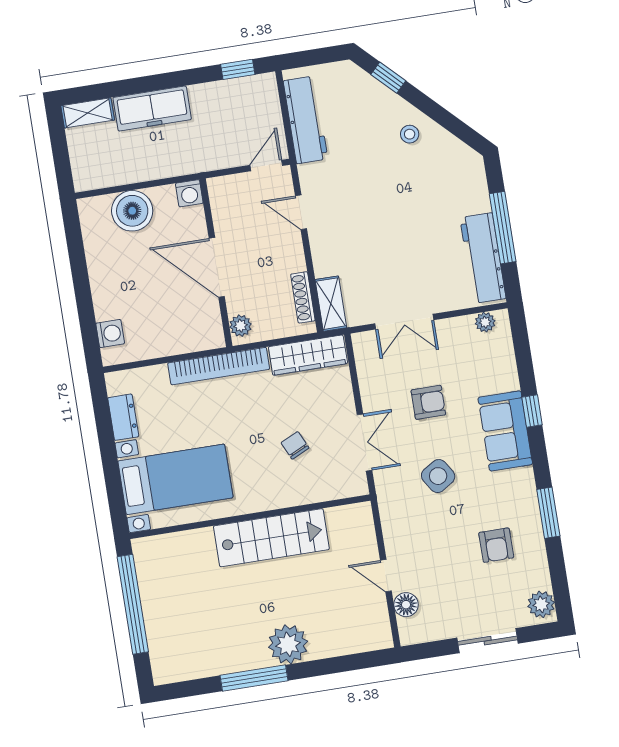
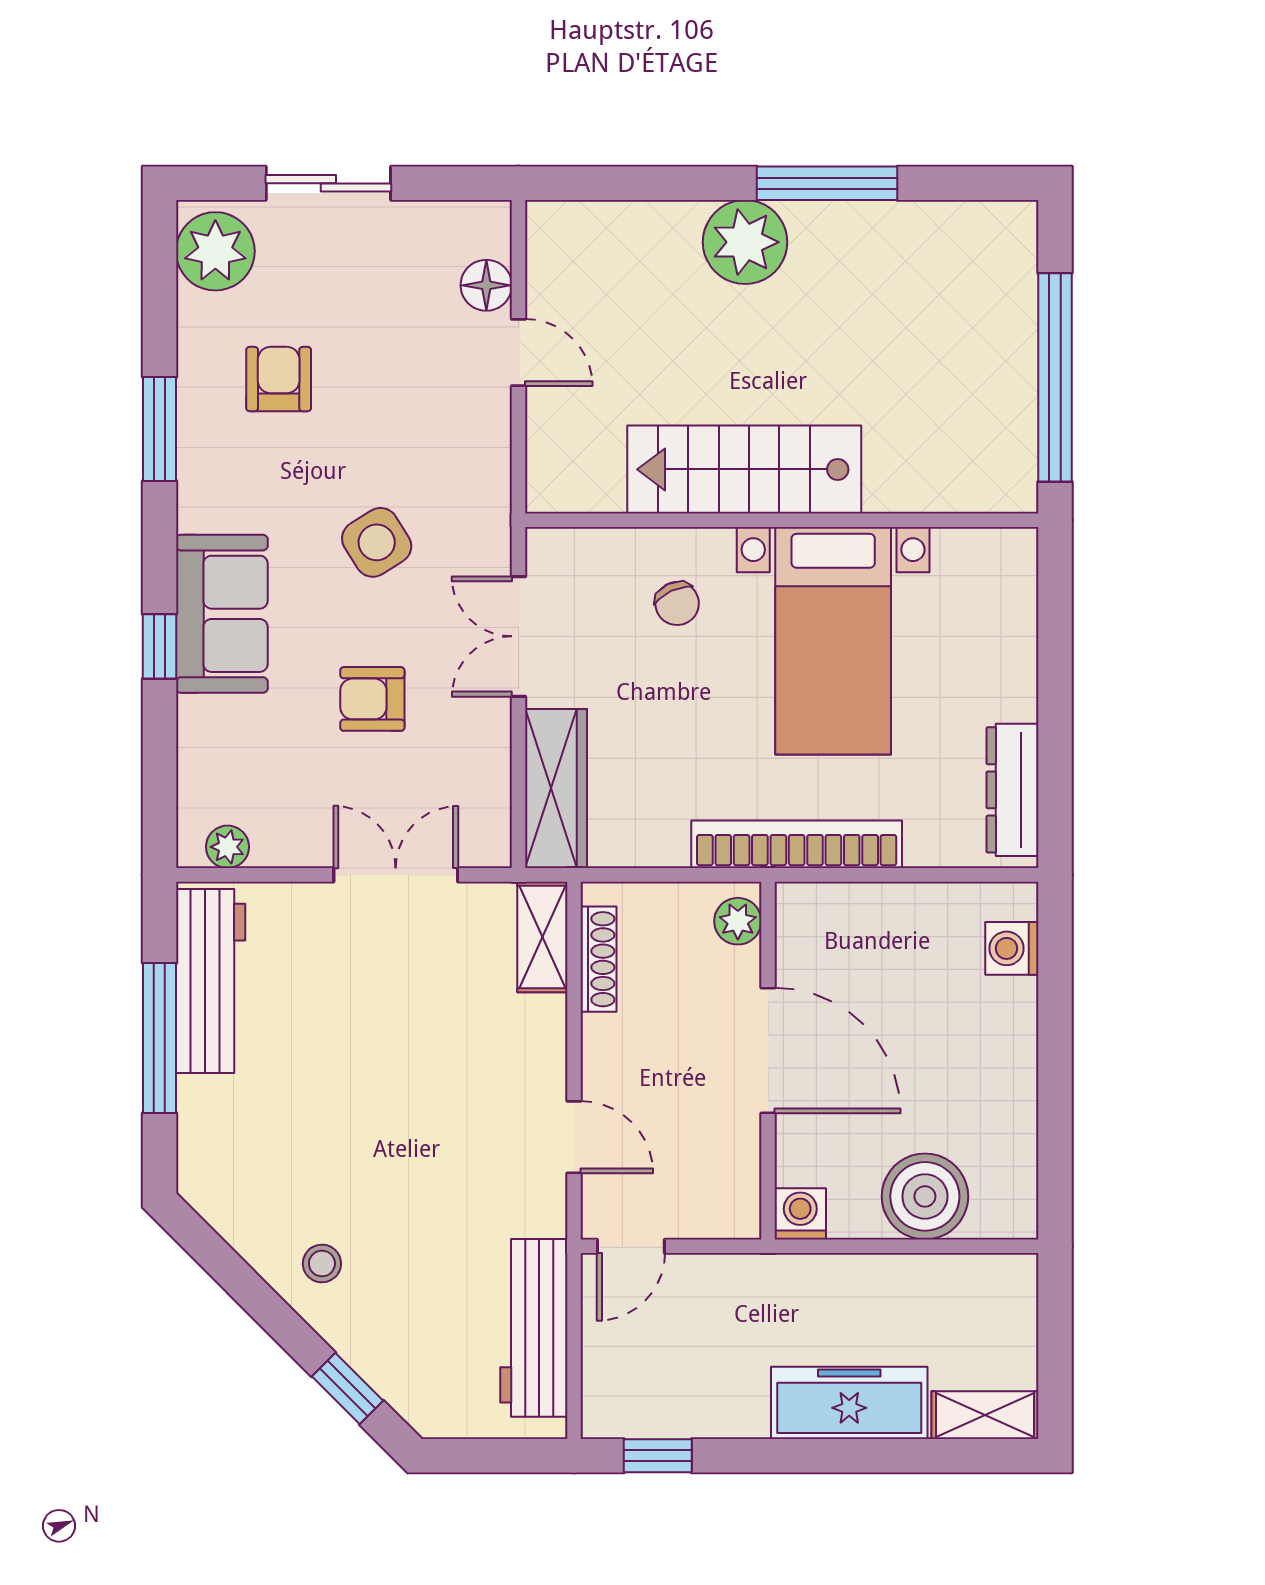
wardrobe: (308, 355) -> (556, 789), moved, turned 90
dresser: (123, 417) -> (1012, 790), width x1.44
chair: (295, 445) -> (677, 603), moved
bed with nightstands: (175, 479) -> (833, 641), moved, turned -90
plant: (541, 604) -> (215, 251), width x1.36, depth x1.36

